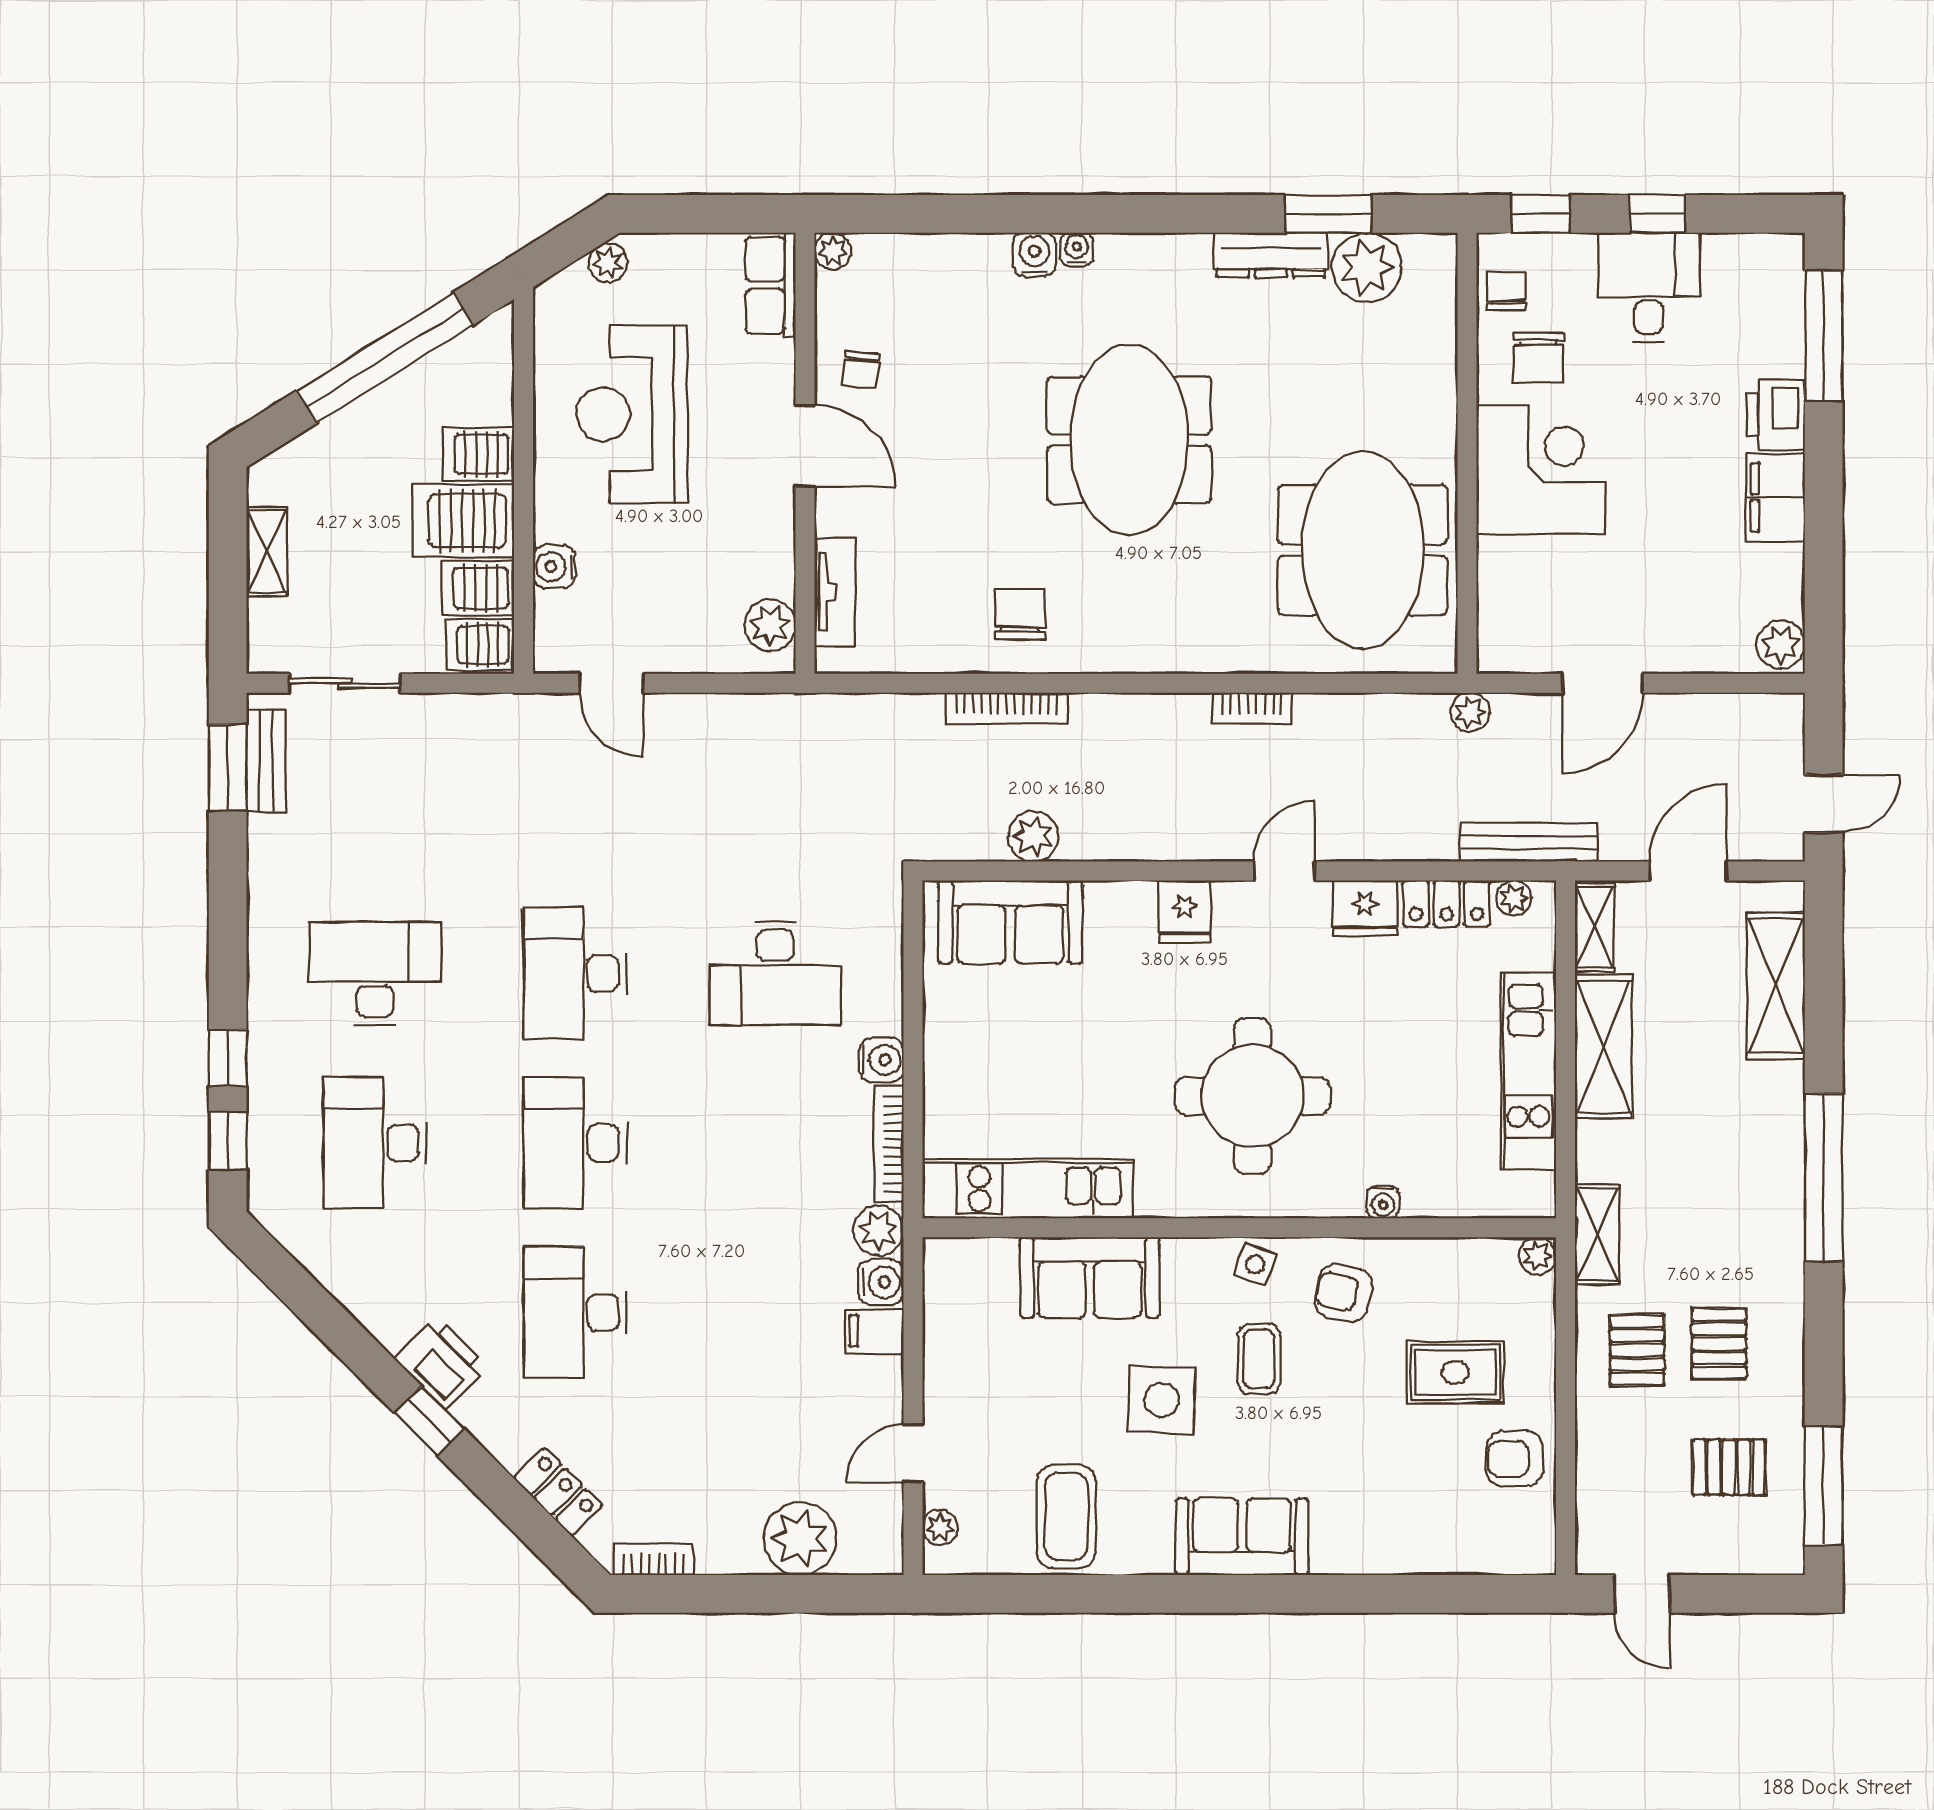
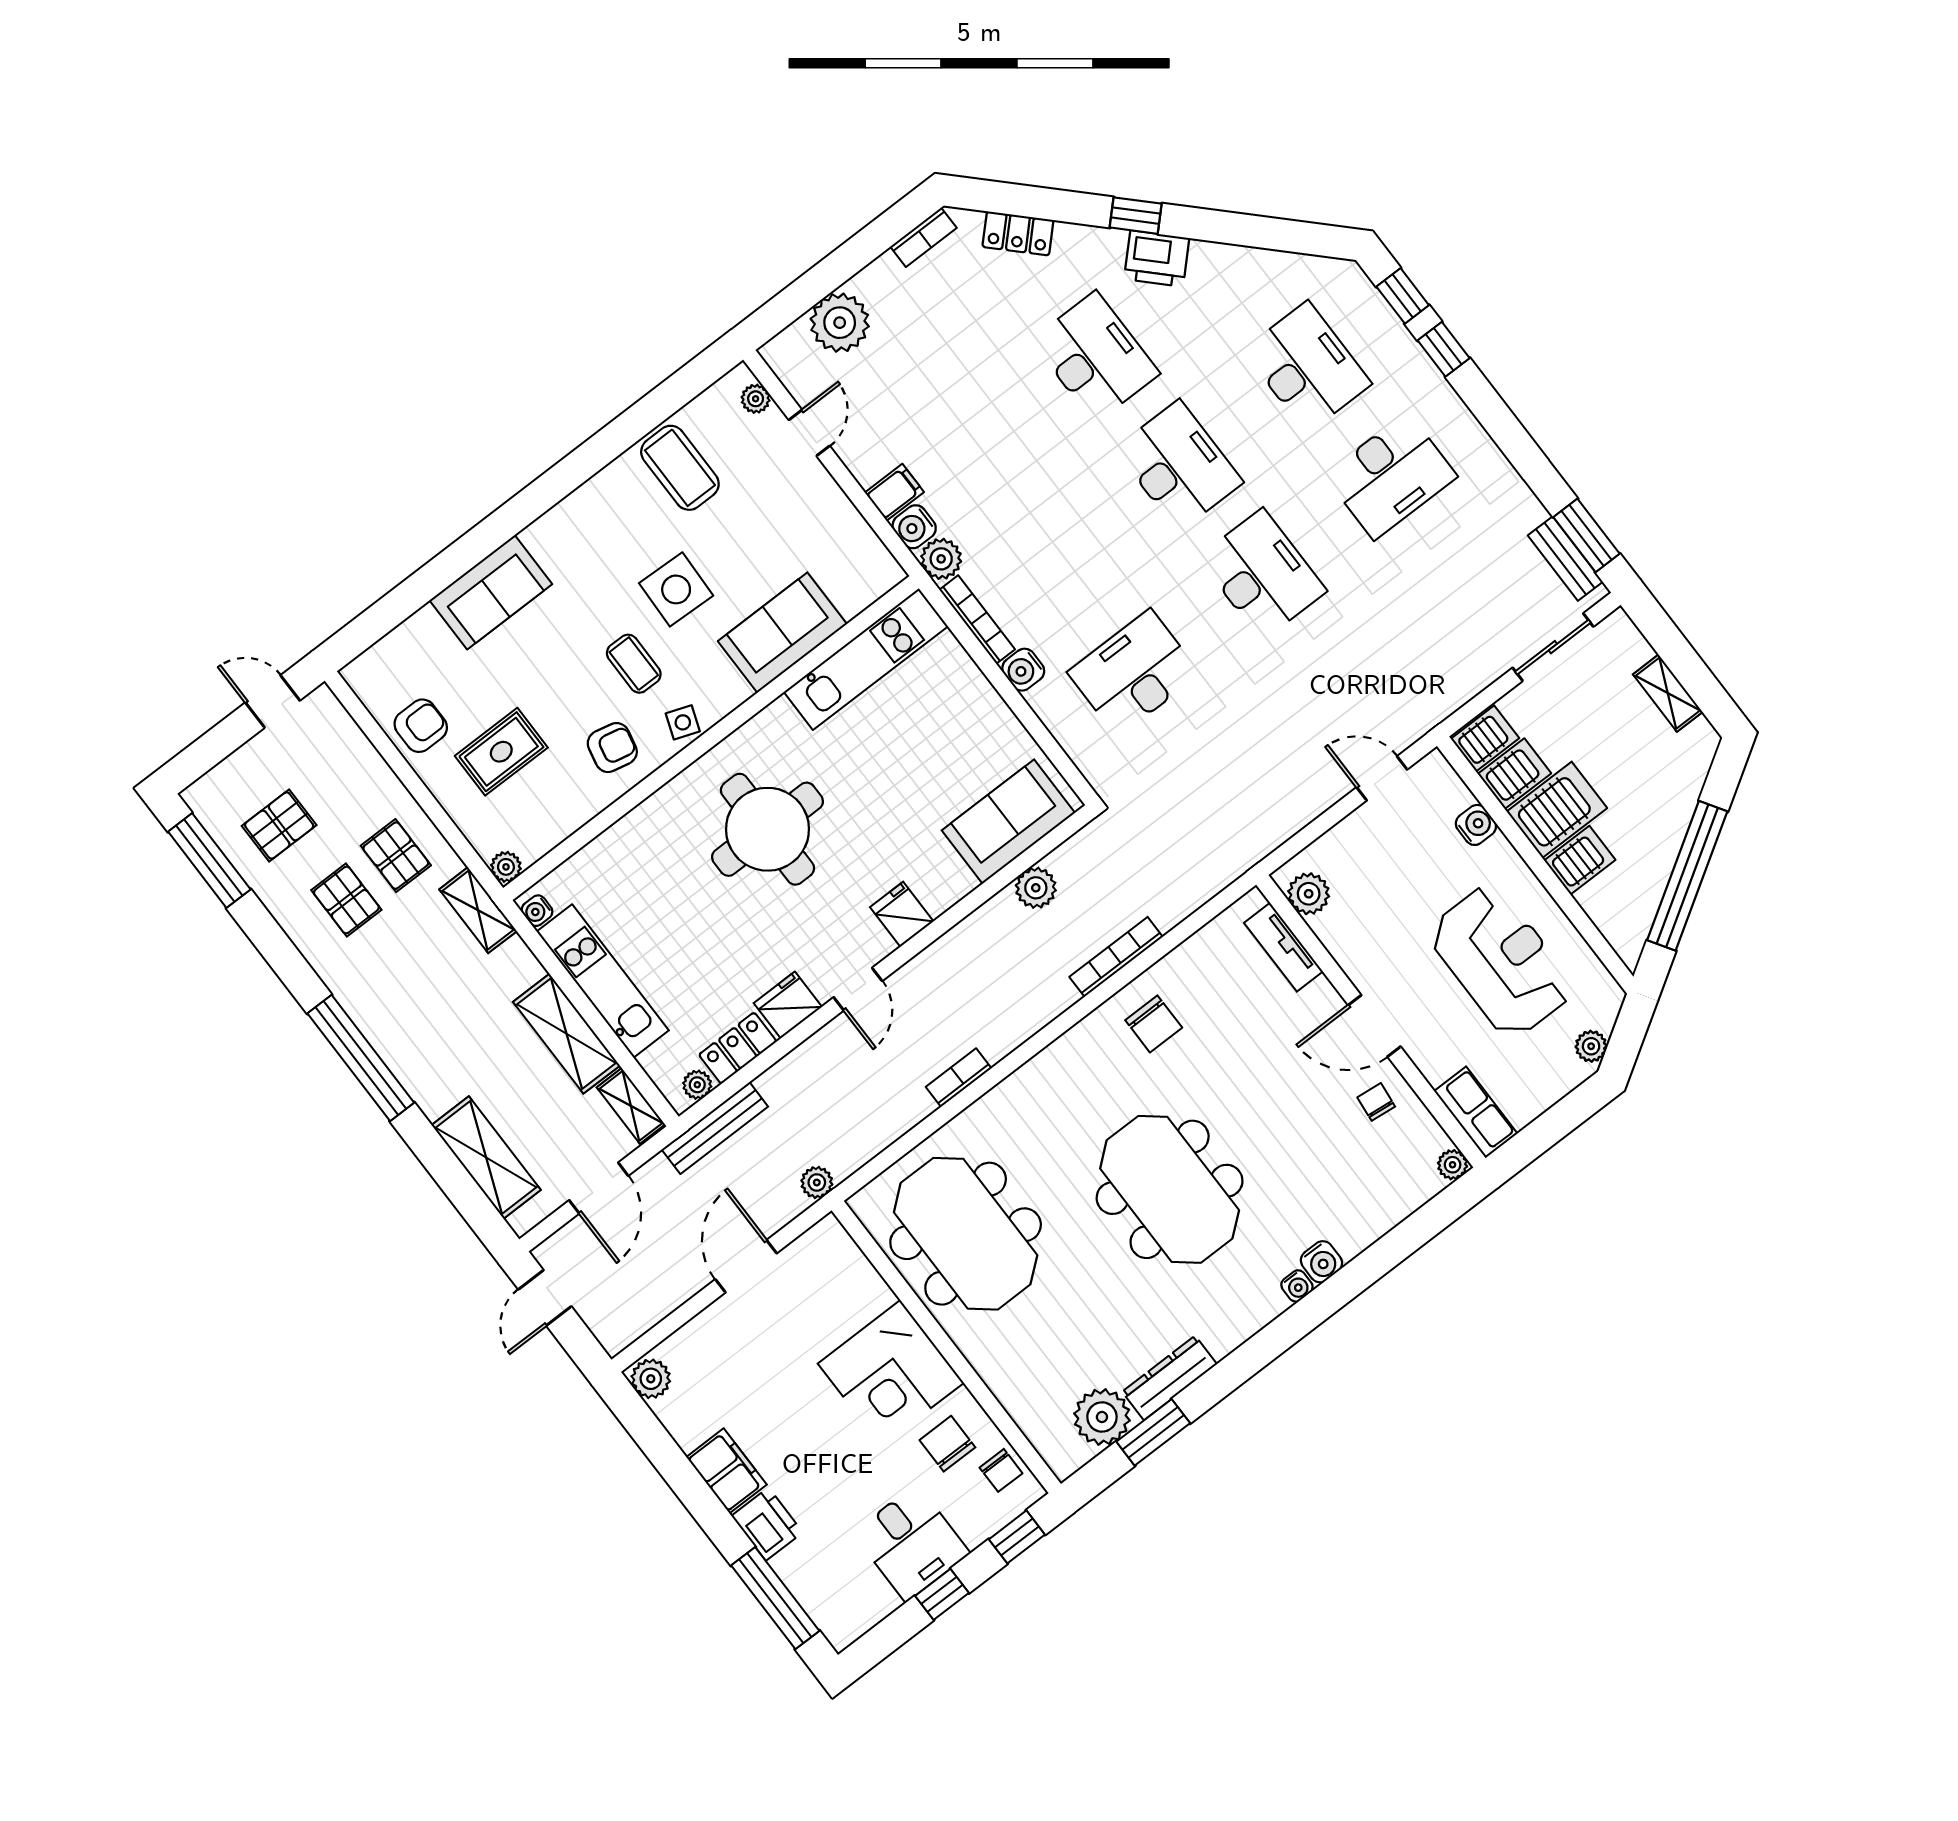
water cooler: (1383, 1202) -> (537, 911), moved, turned -90
sofa: (1242, 1537) -> (491, 592), moved

